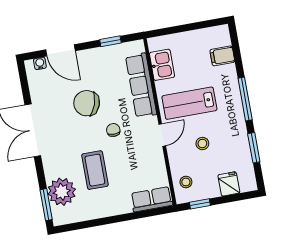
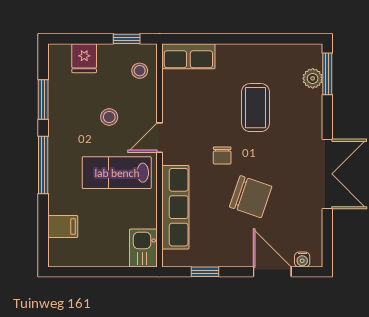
kitchen sink: (162, 65) -> (143, 248), moved
lab bench: (189, 103) -> (117, 173), turned 180
plant: (62, 192) -> (313, 78), width x0.53, depth x0.53

